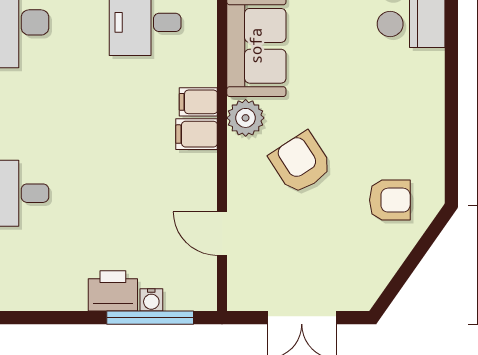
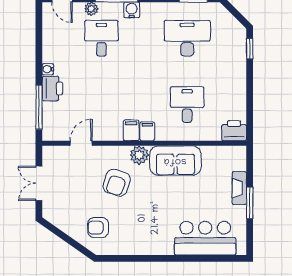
armchair: (301, 163) -> (117, 183), turned 142
armchair: (390, 200) -> (98, 228), turned 90
water cooler: (151, 300) -> (48, 69), moved

